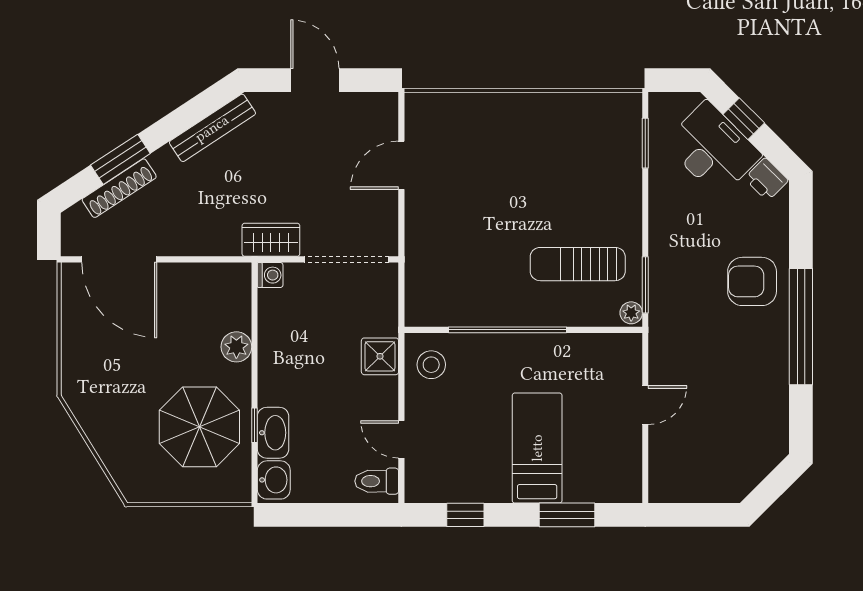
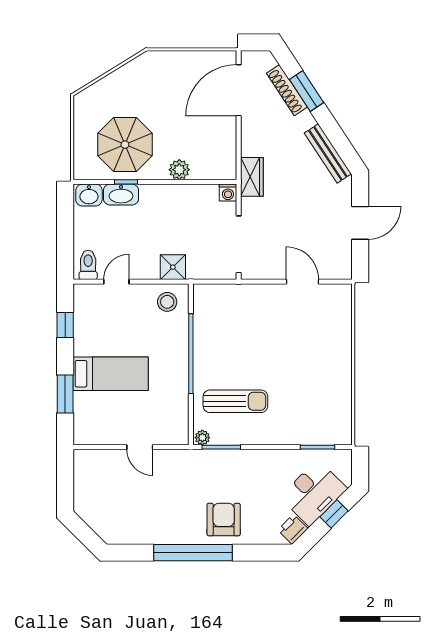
wardrobe: (271, 240) -> (252, 177), moved
sun lounger: (578, 264) -> (235, 401), turned 90

